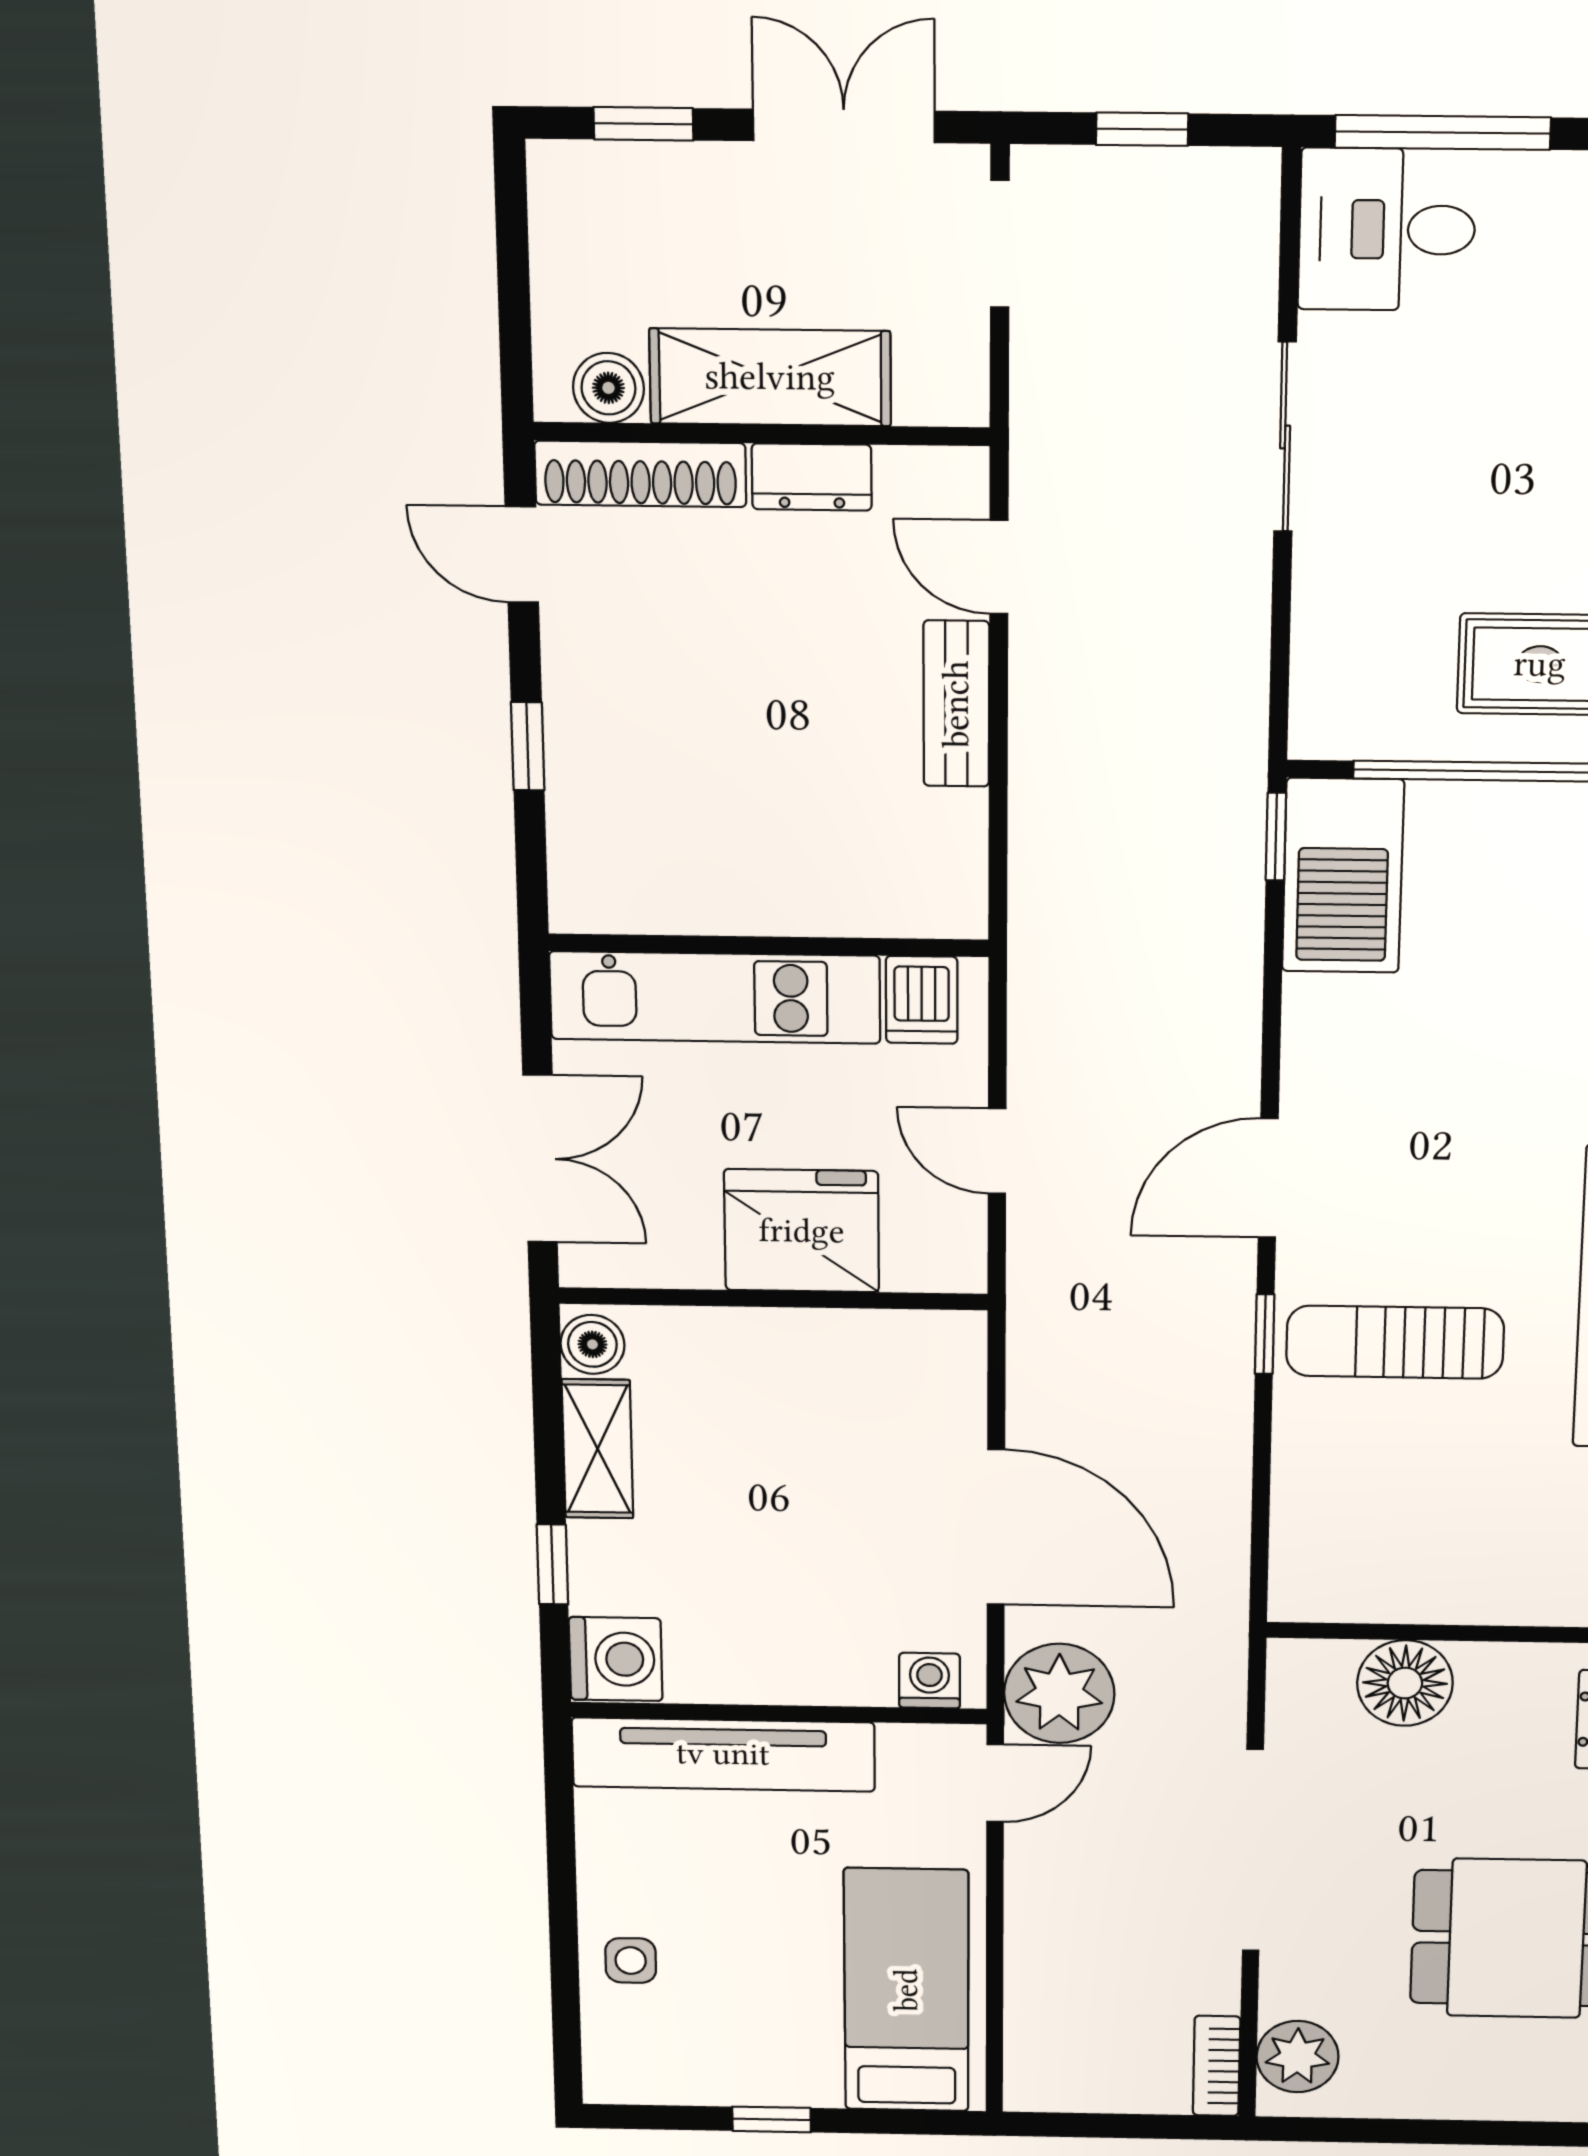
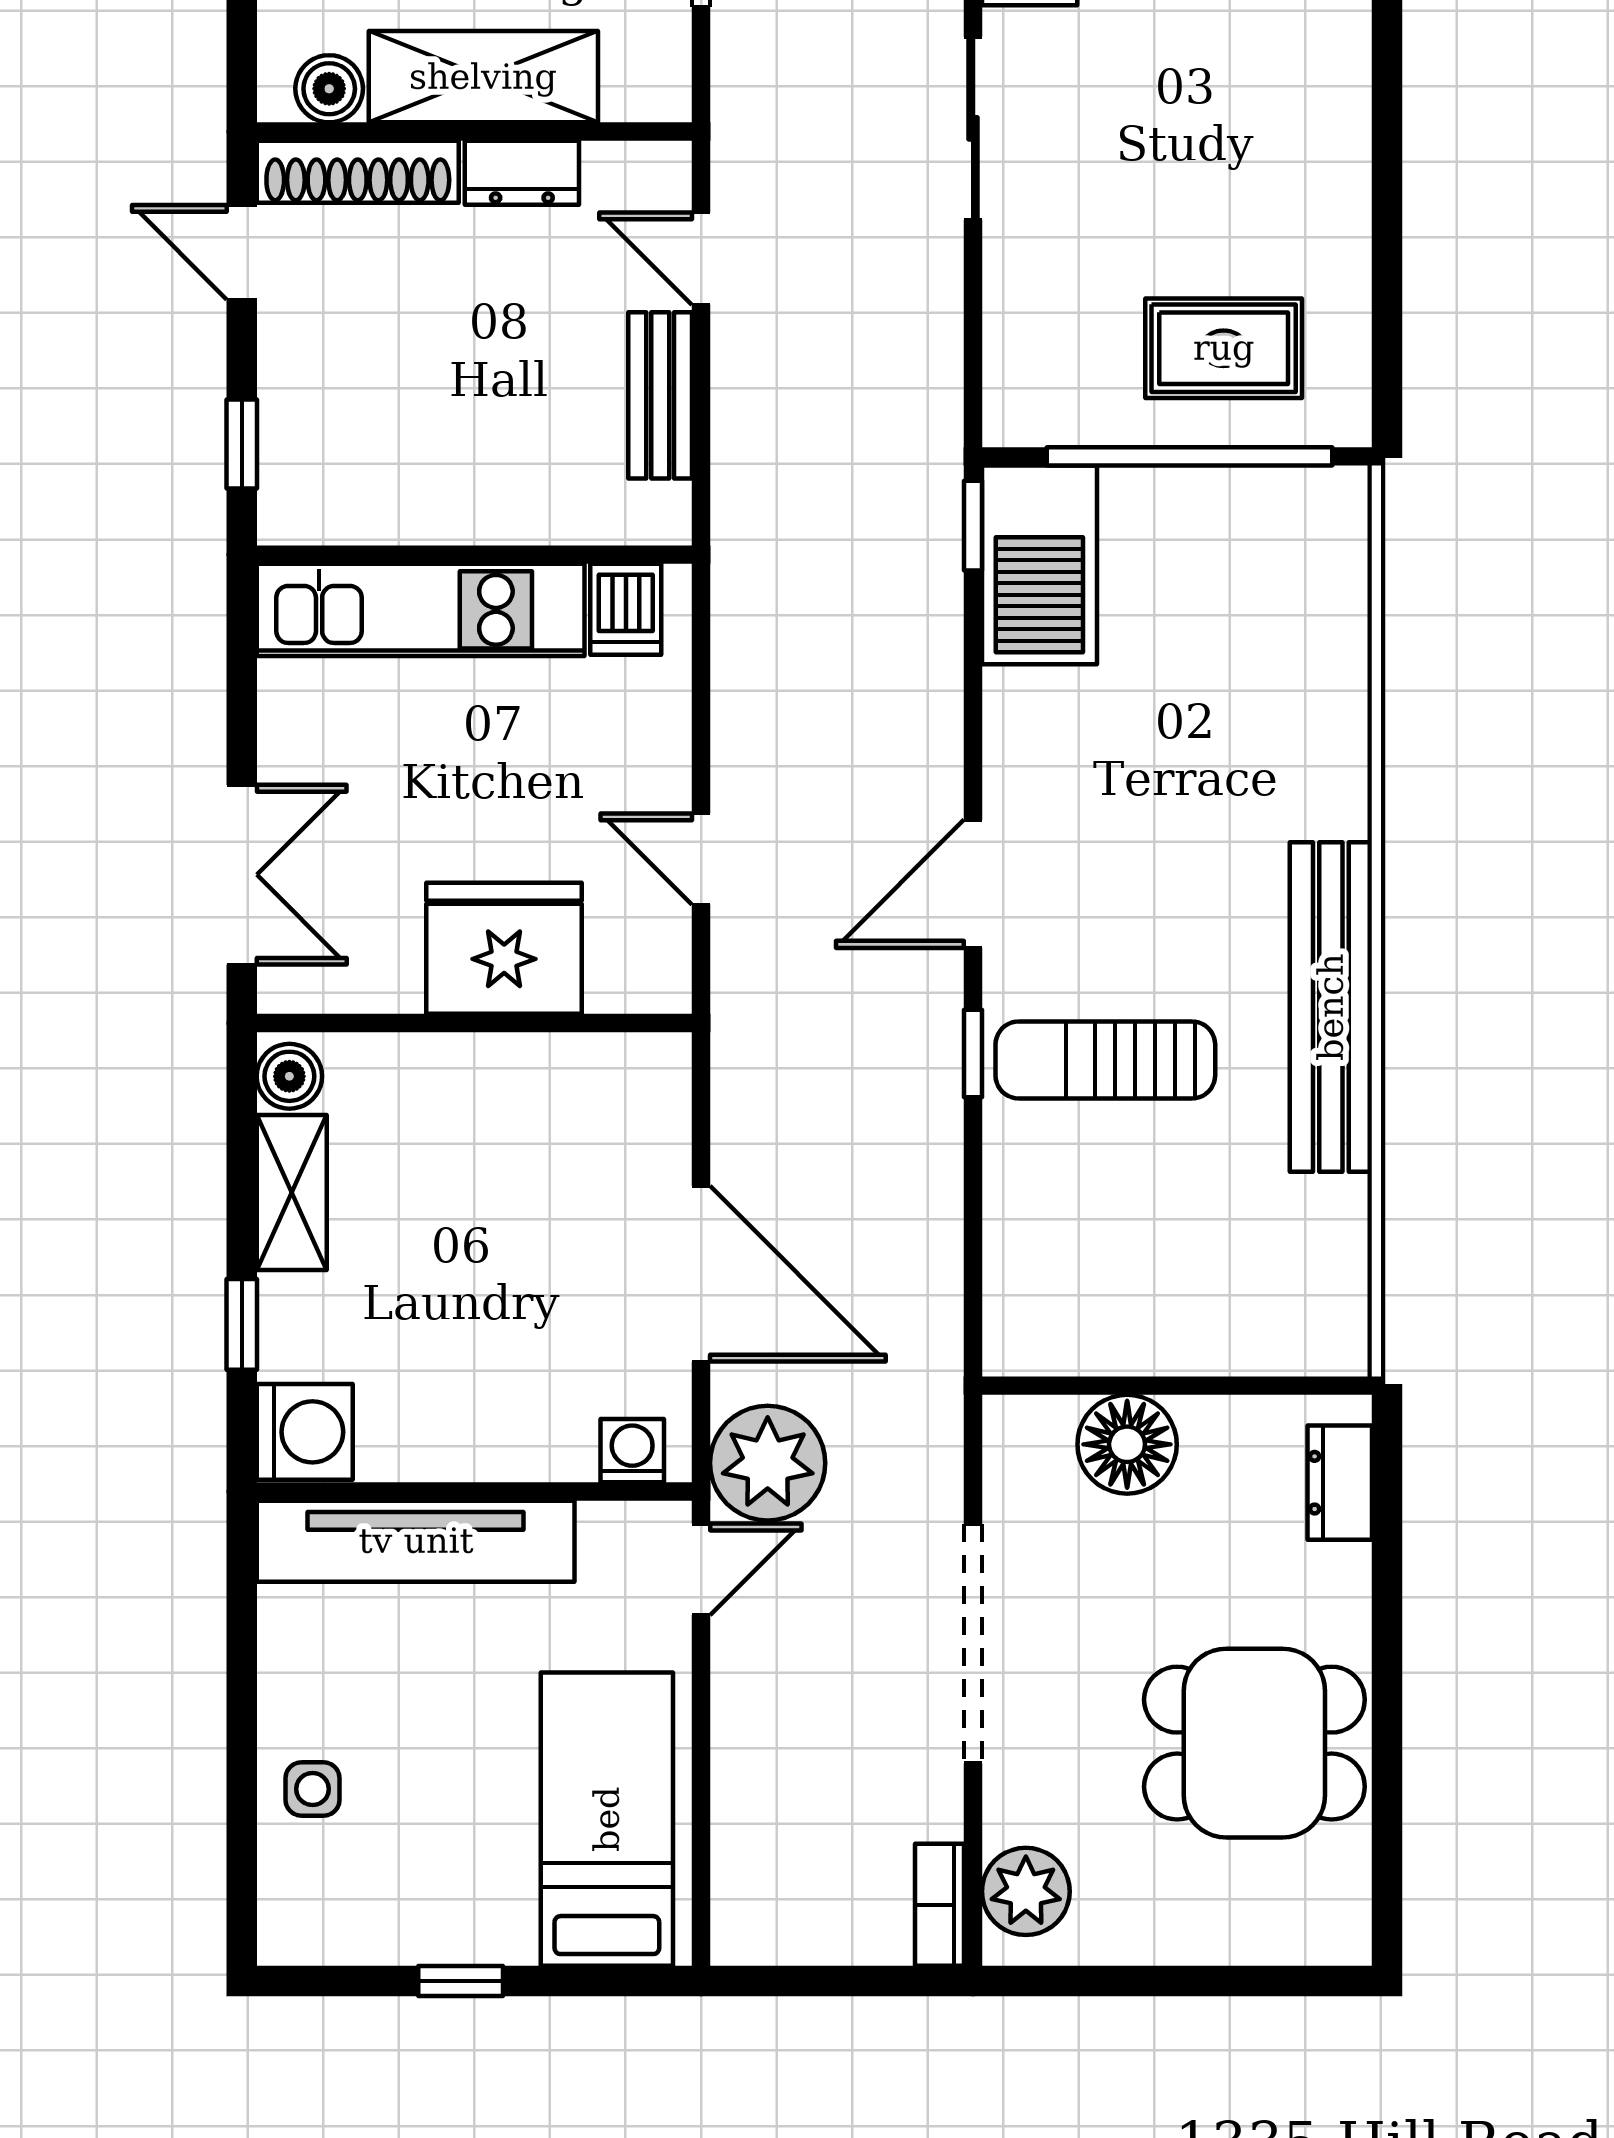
wall: (768, 945) -> (474, 555), moved
kitchen unit: (715, 997) -> (421, 610), moved
dishwasher: (922, 1000) -> (626, 609), moved

